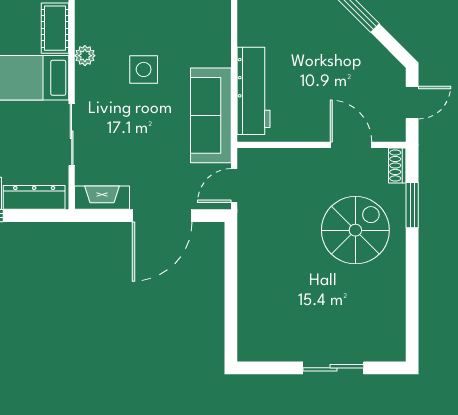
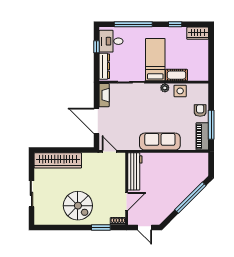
side table: (144, 69) -> (180, 91), moved
workbench: (253, 91) -> (135, 171), moved, turned -90
sofa: (211, 115) -> (160, 142), moved
spiral stairs: (355, 230) -> (78, 206), moved
wardrobe: (255, 306) -> (58, 160), added

